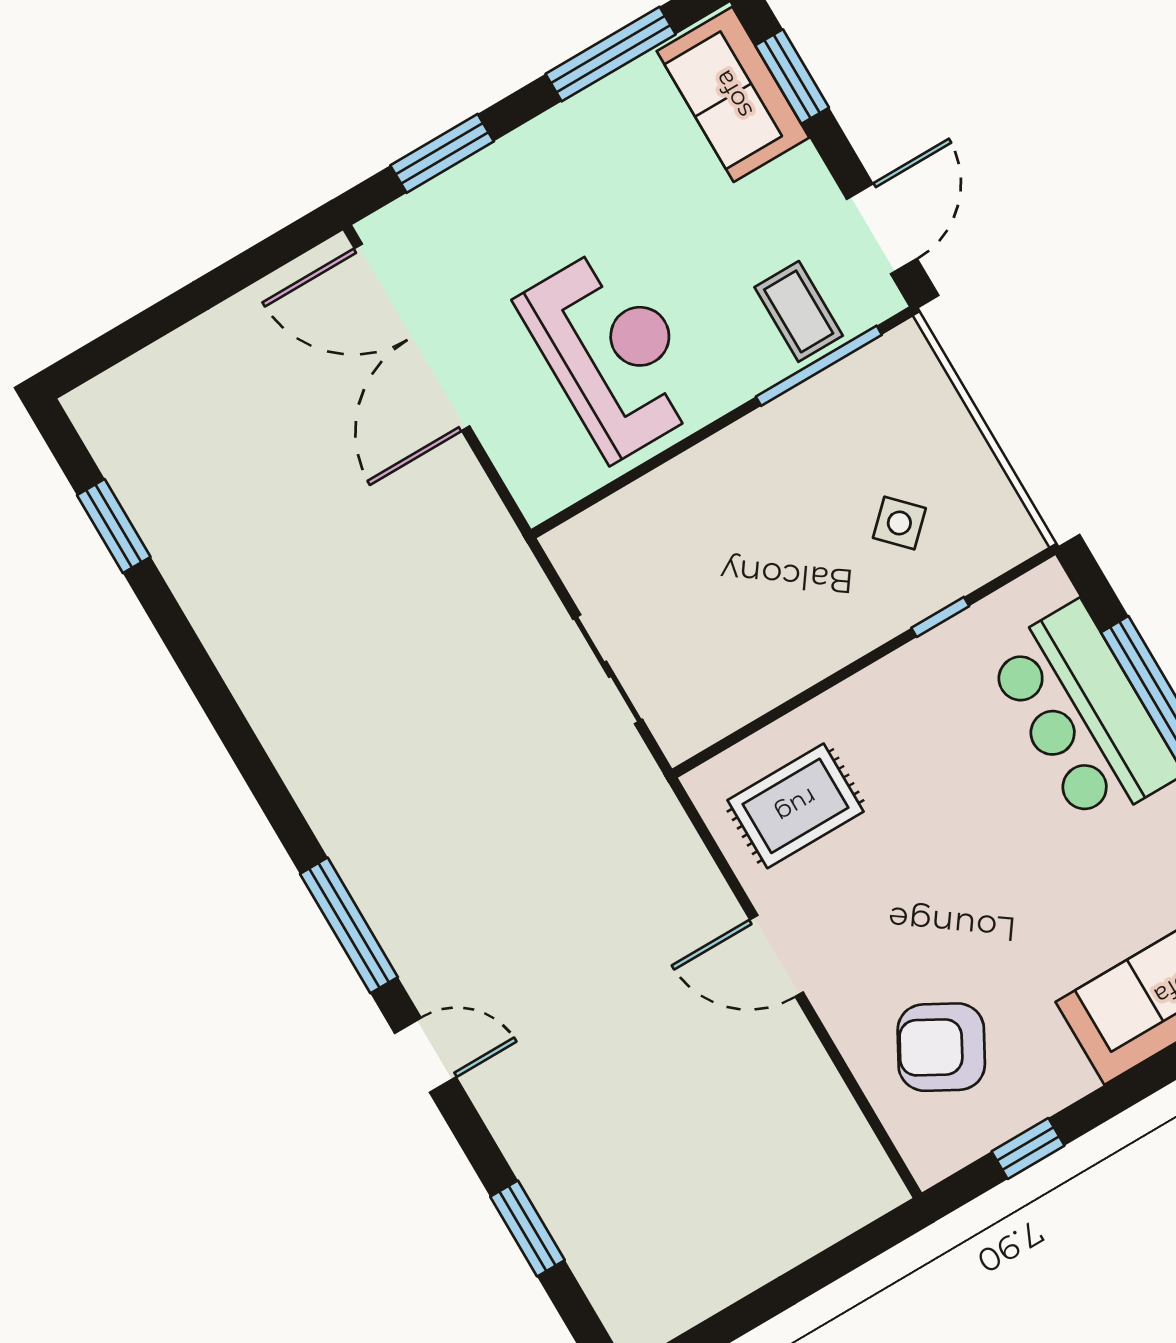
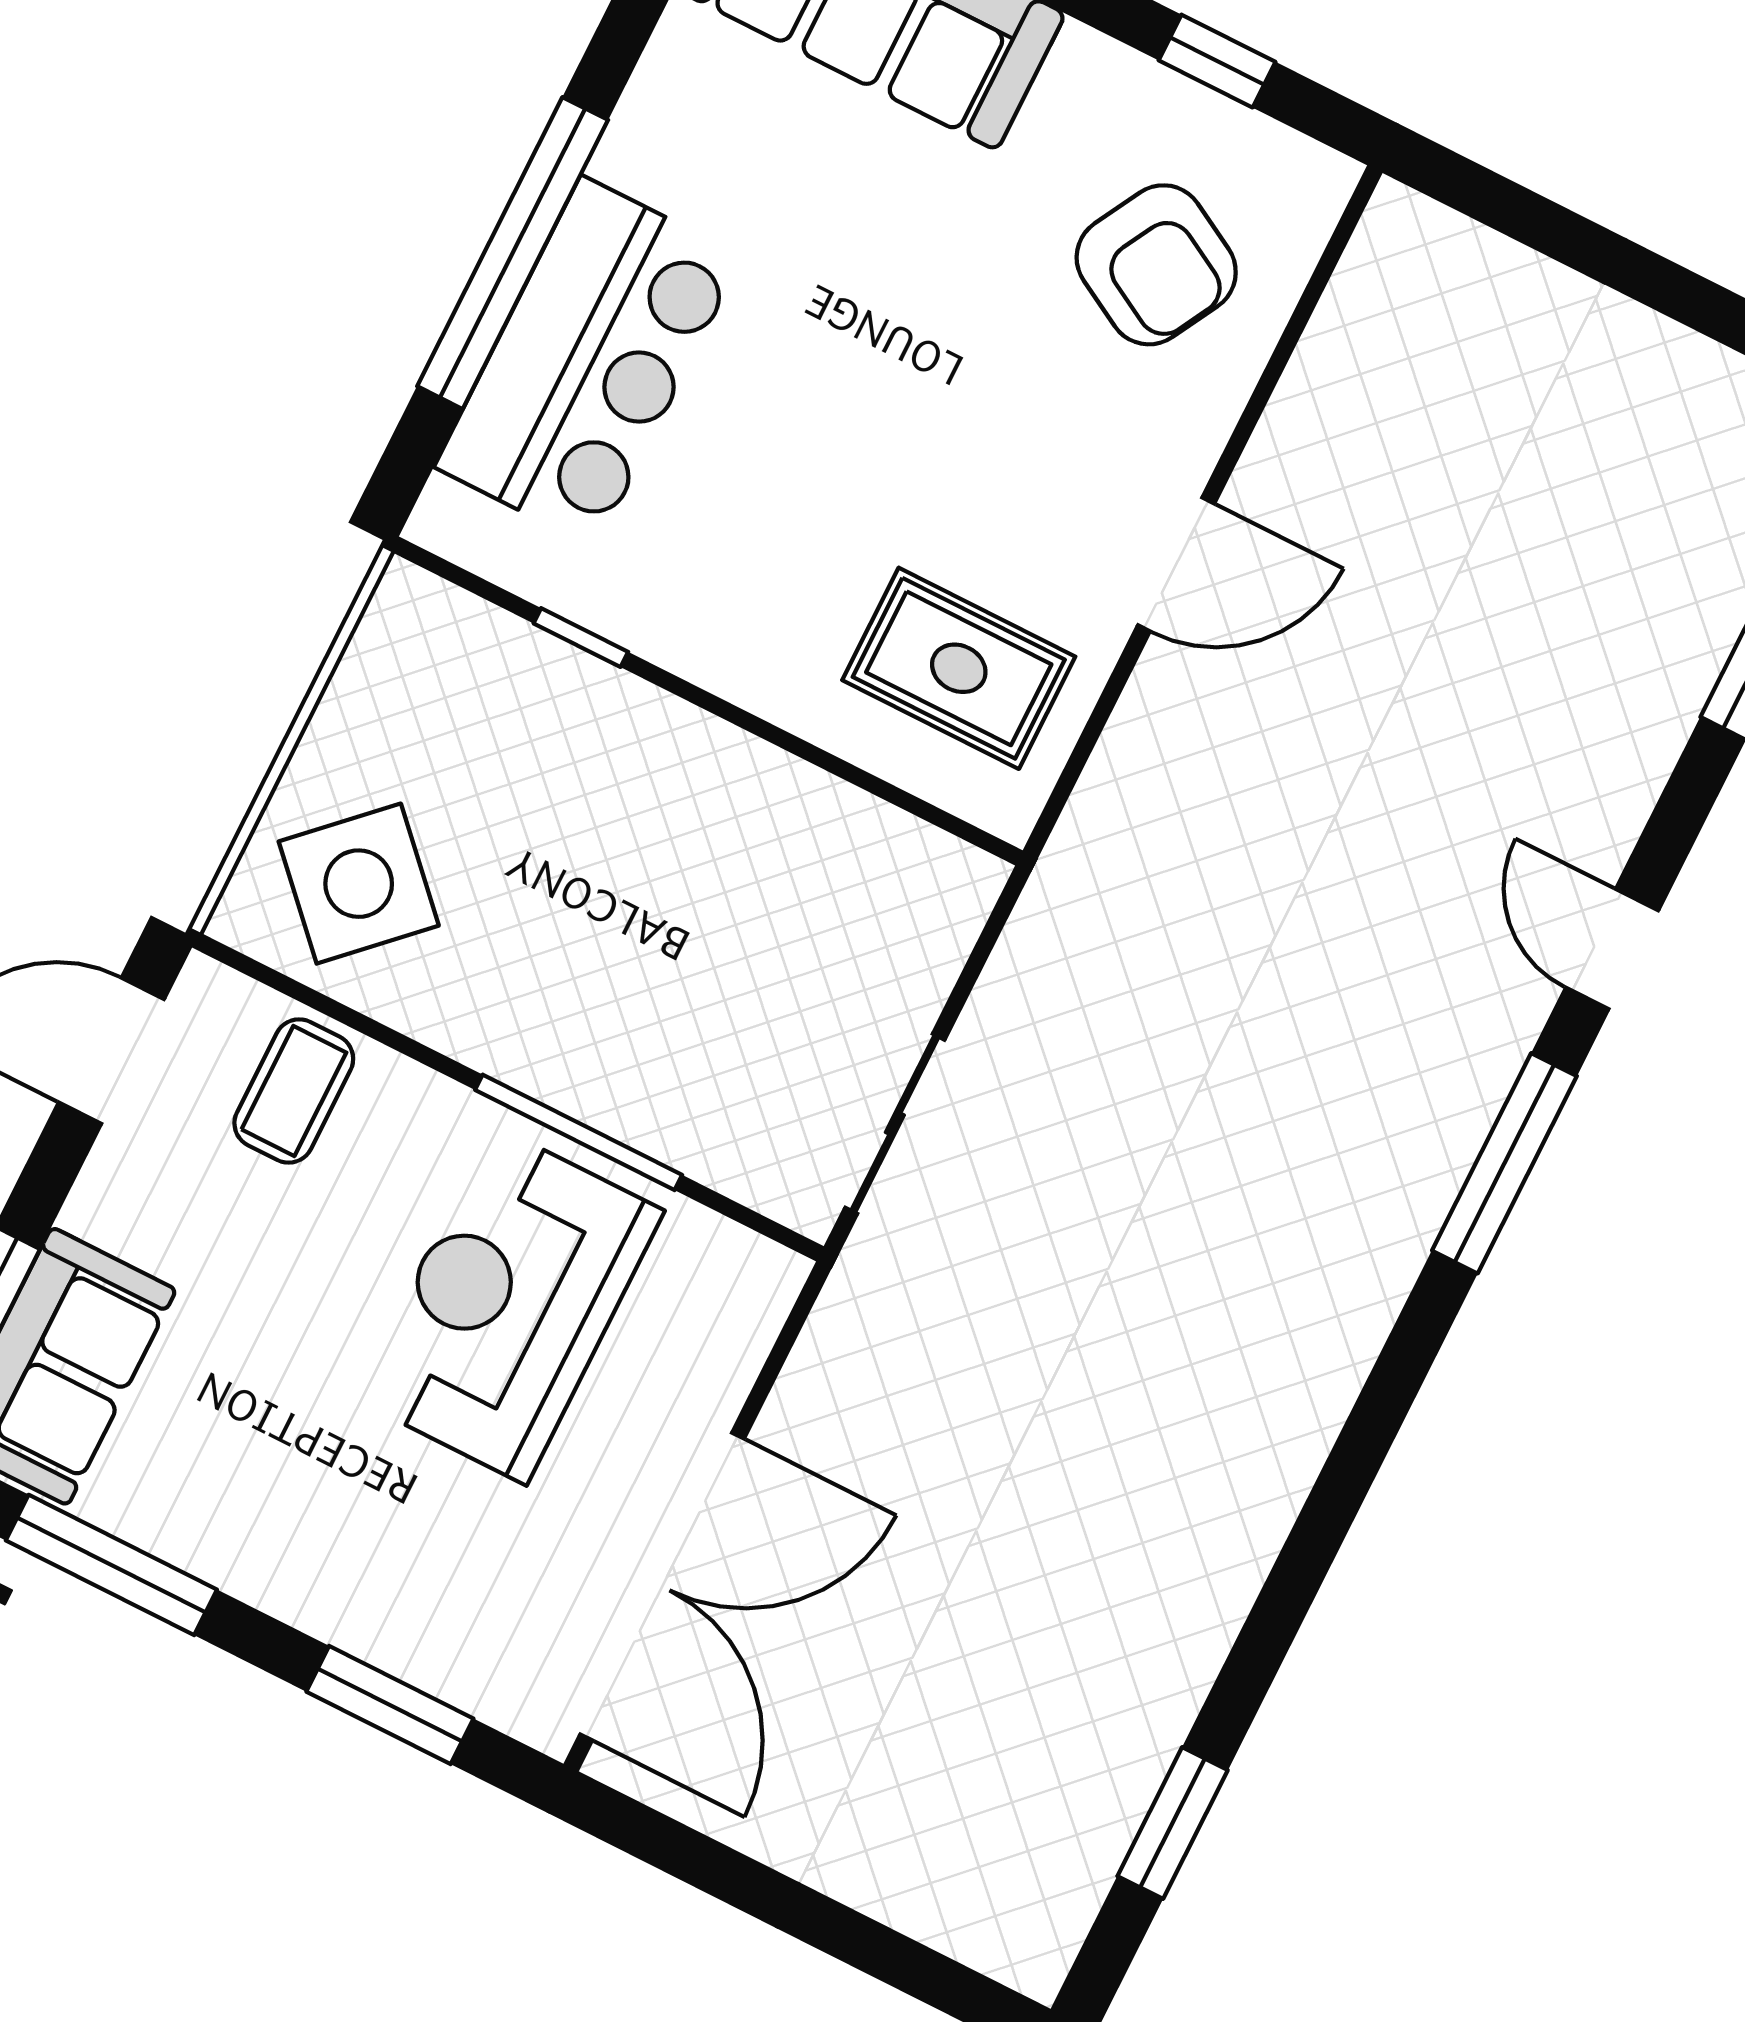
window: (819, 366) -> (579, 1132), moved
side table: (899, 523) -> (359, 884), moved, width x1.87, depth x1.87
sliding door: (608, 669) -> (895, 1124), moved
door: (776, 956) -> (1176, 564), hinge flipped

